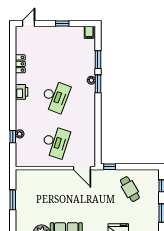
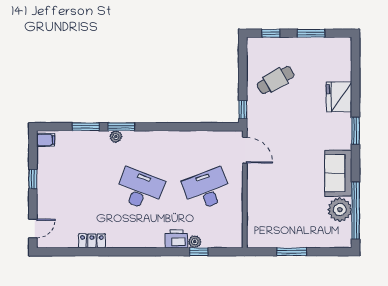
door: (29, 24) -> (33, 229), swing flipped
printer: (22, 92) -> (176, 239), moved
desk: (55, 142) -> (207, 189), turned -39
door: (82, 168) -> (245, 150), hinge flipped

